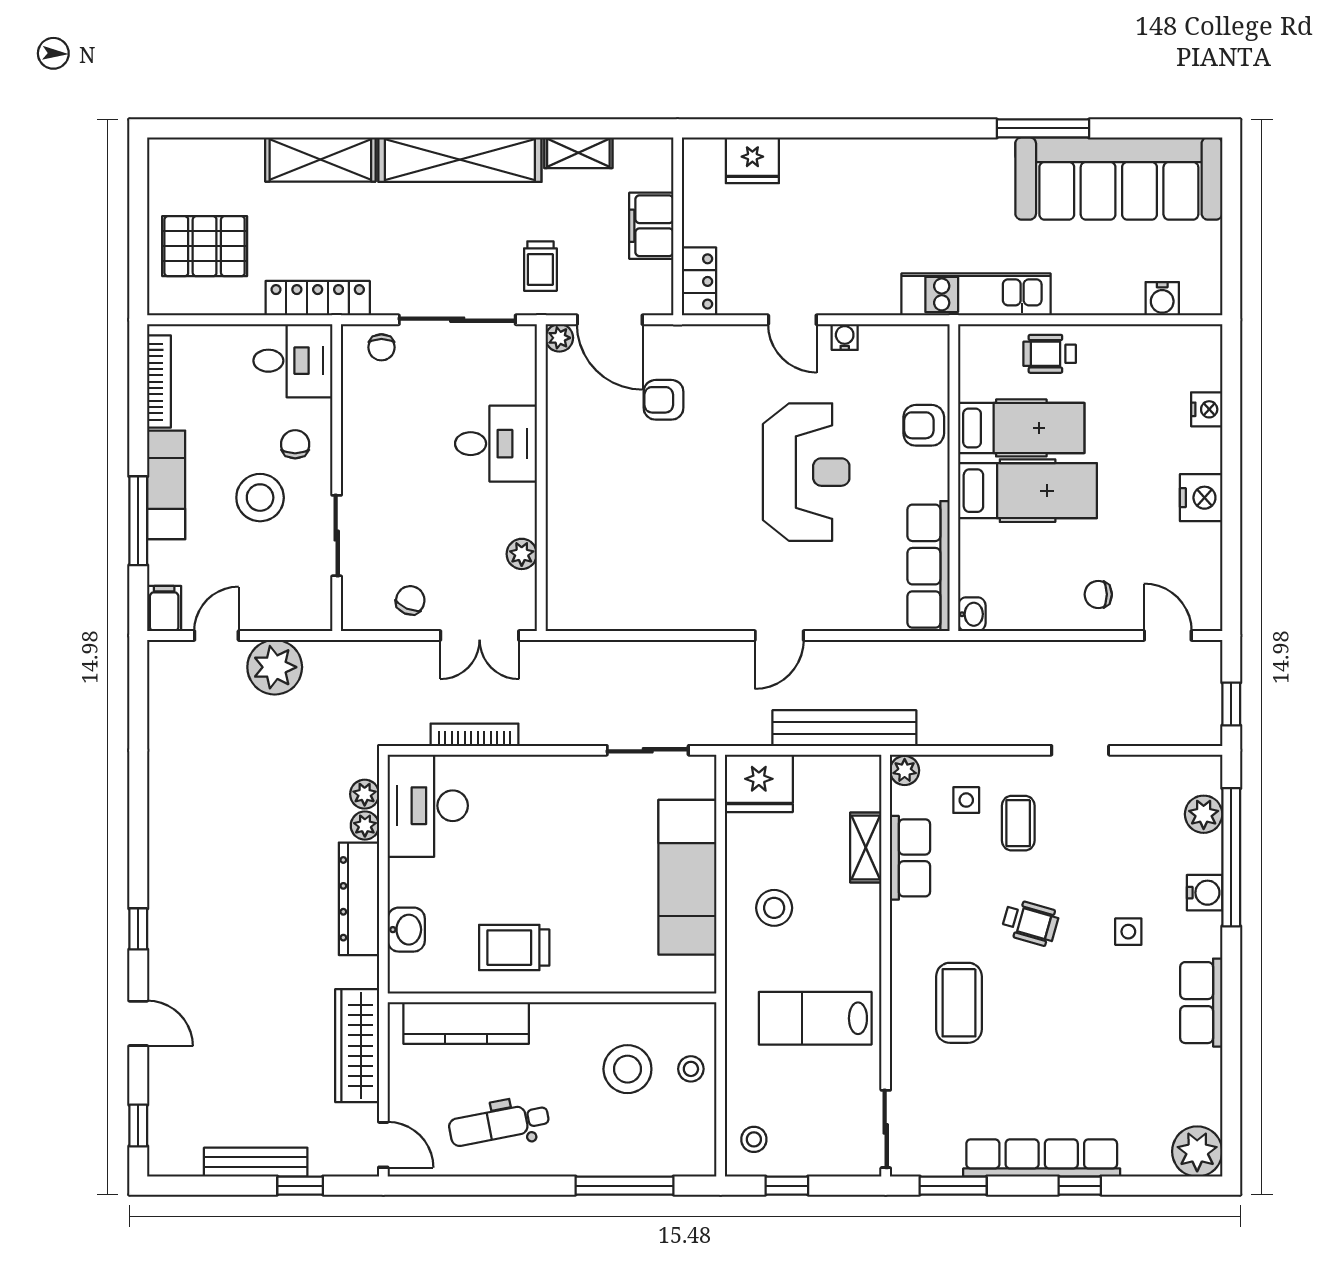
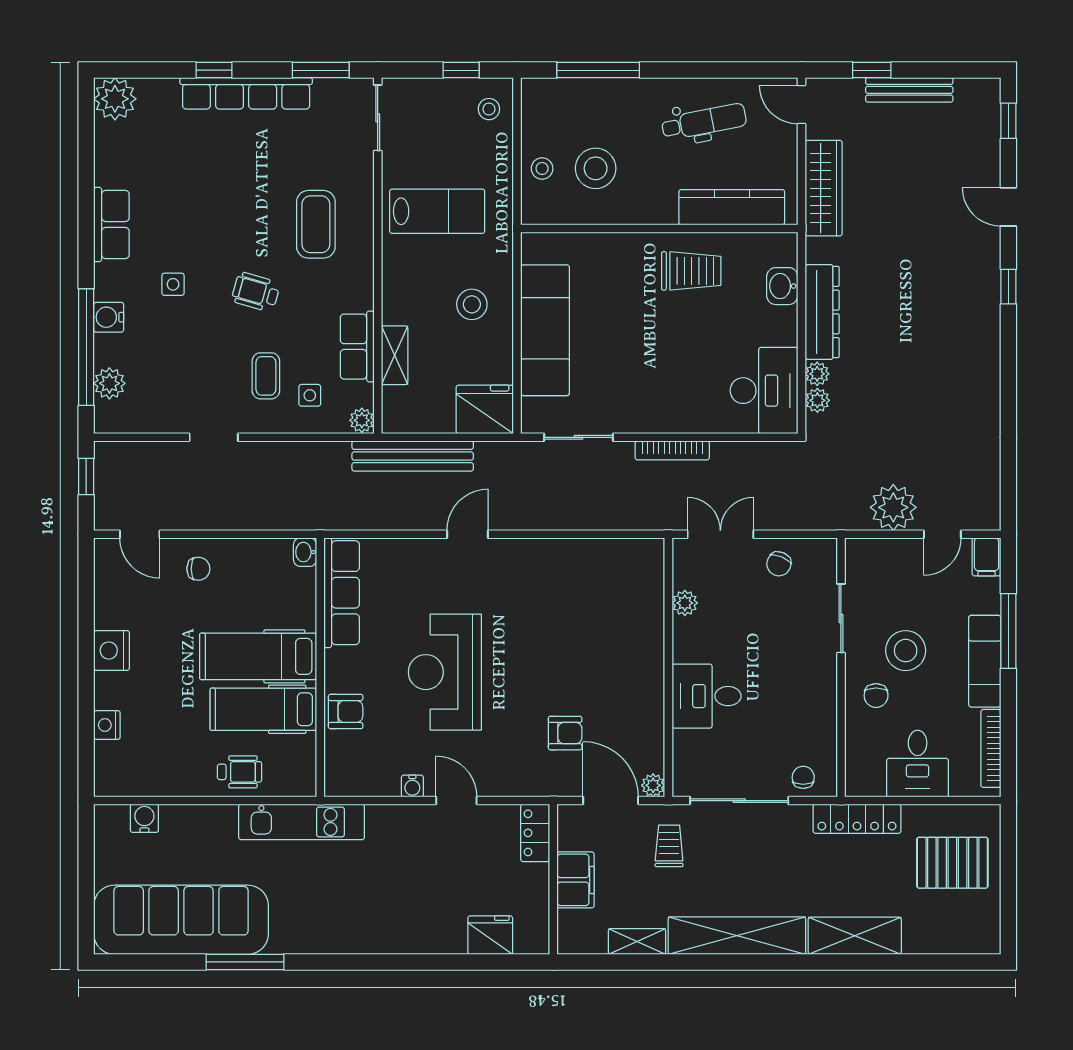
desk: (293, 361) -> (918, 764), moved, turned -90
bookcase: (474, 735) -> (672, 450), moved

